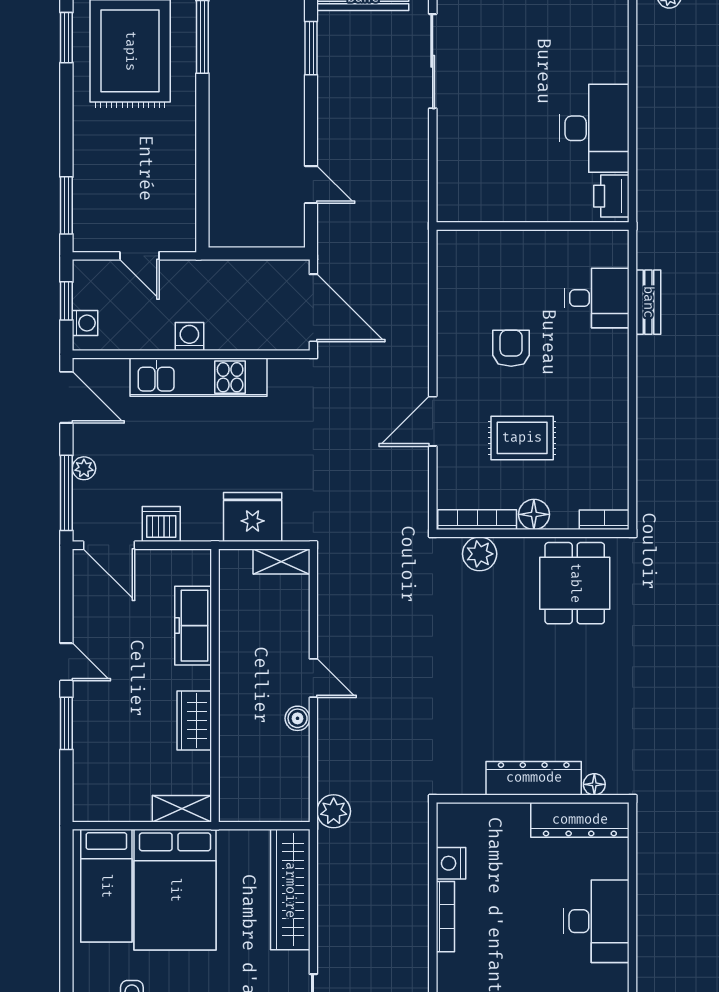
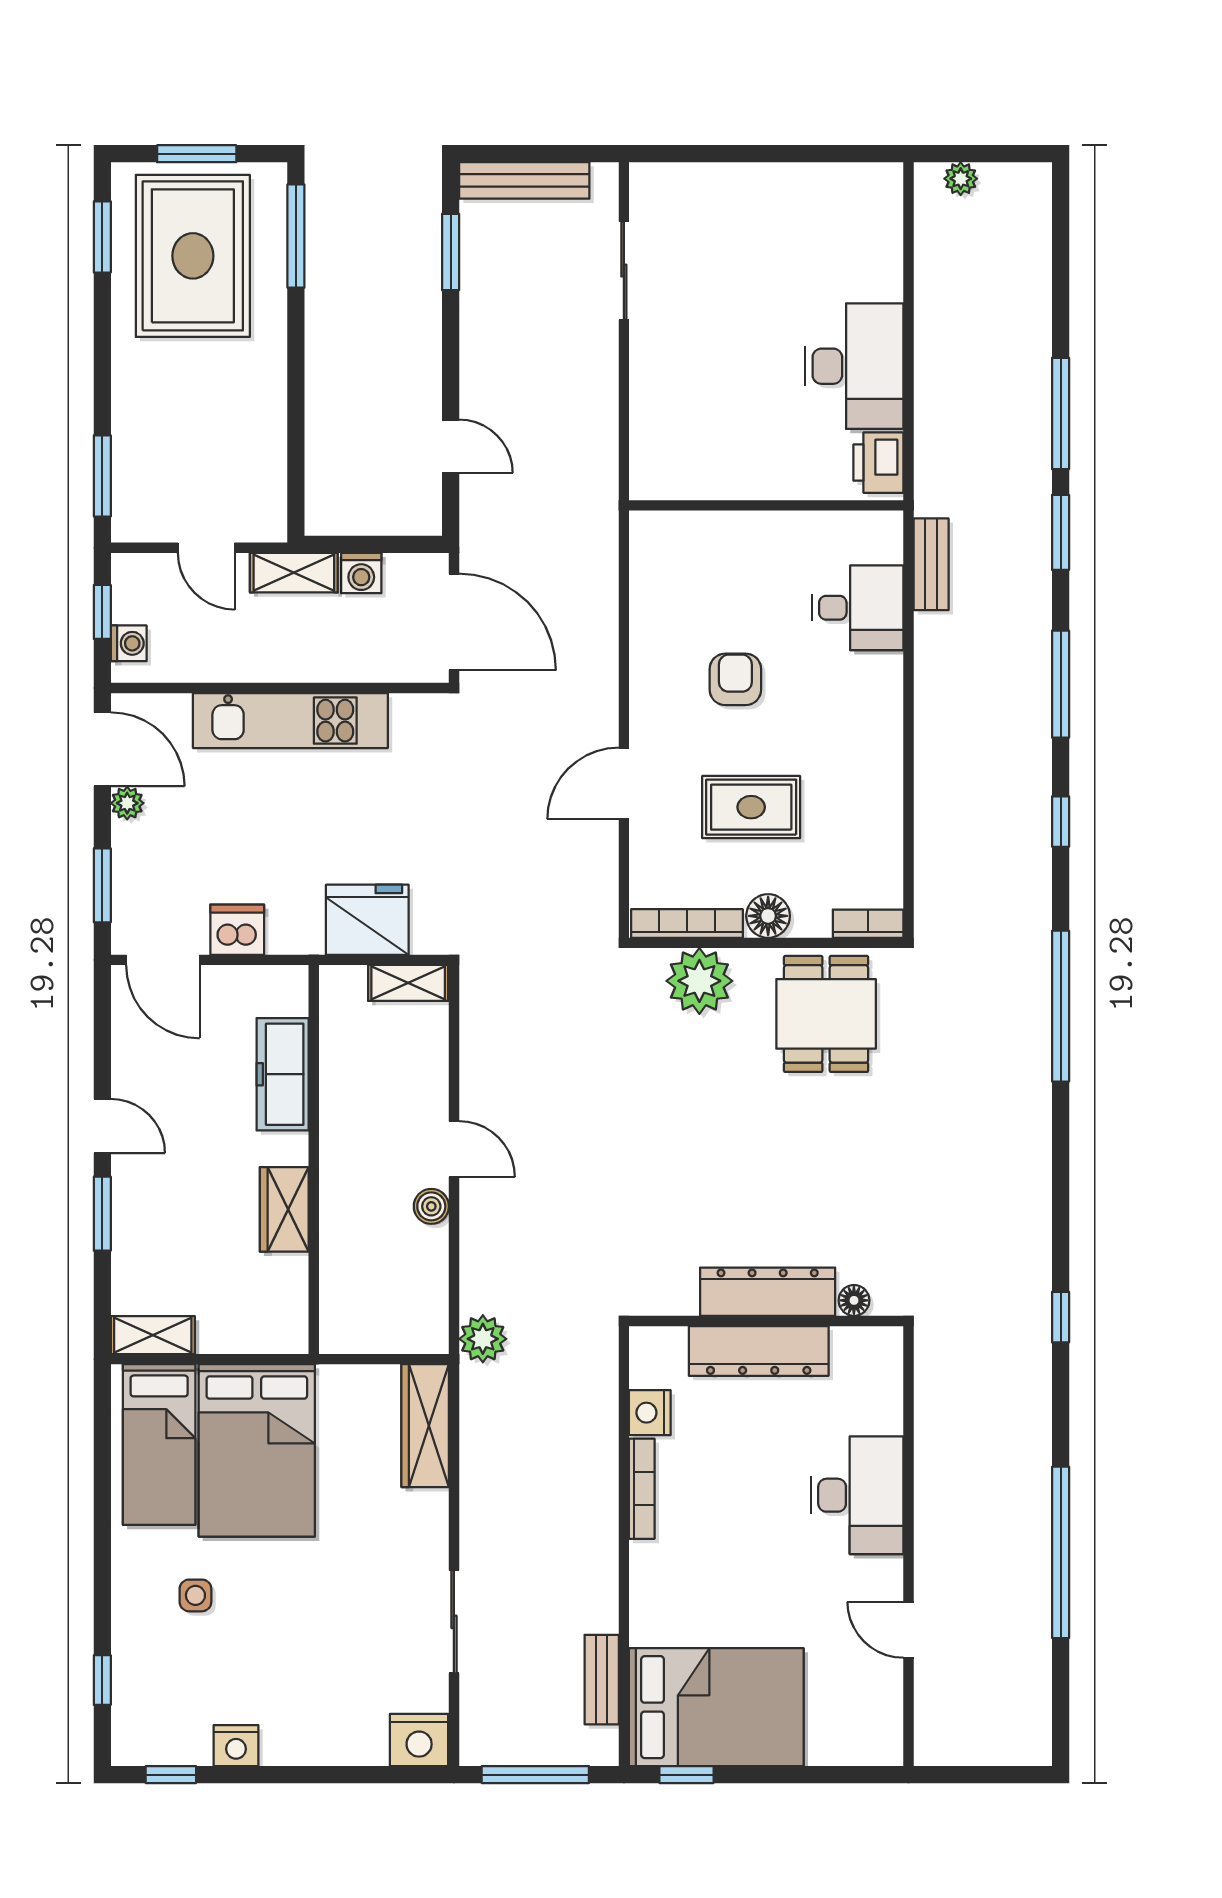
sliding door: (433, 61) -> (624, 271), width x0.73
shelving: (201, 273) -> (294, 573), added
bench: (648, 302) -> (931, 564), moved
washing machine: (189, 337) -> (361, 573), moved, turned 180
plant: (84, 468) -> (127, 803), moved
window: (66, 493) -> (102, 885), width x0.69
plant: (480, 554) -> (699, 981), width x1.36, depth x1.36
shelving: (182, 809) -> (153, 1335), moved
dresser: (580, 820) -> (759, 1351), moved
wardrobe: (290, 890) -> (425, 1426), width x0.71, depth x0.85

